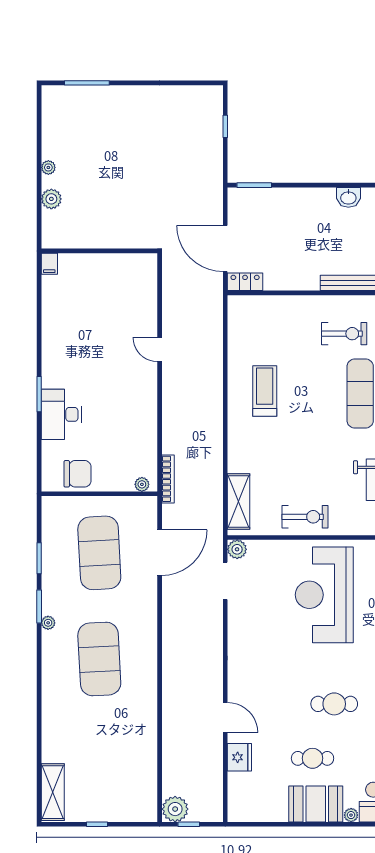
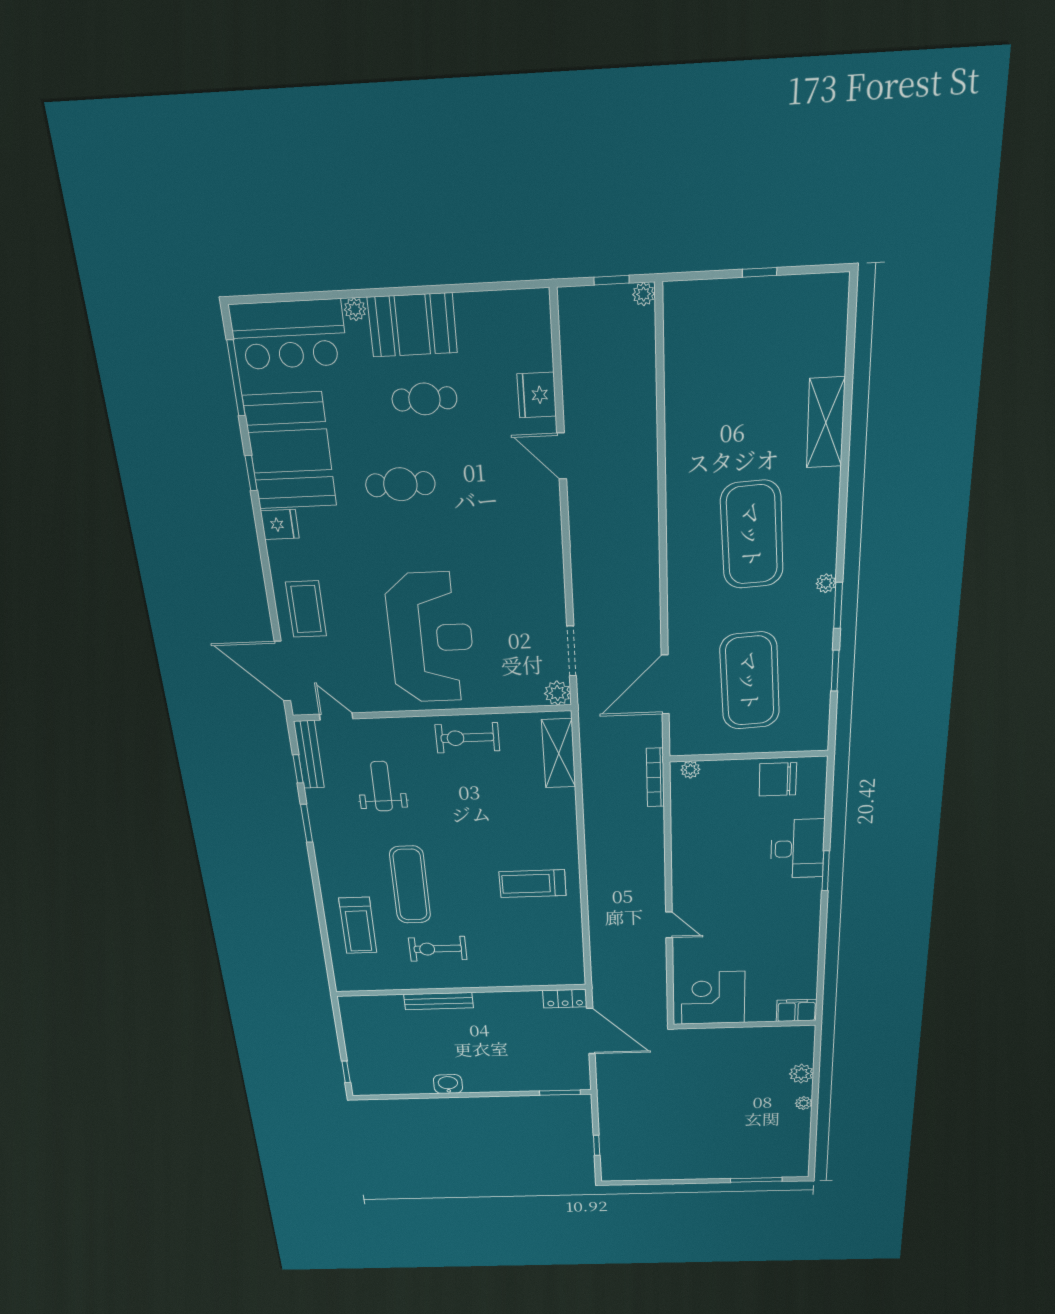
filing cabinet: (49, 264) -> (797, 1010), width x2.00
corner desk: (125, 278) -> (713, 998), added
treadmill: (265, 391) -> (533, 884), turned 90
shelving: (53, 792) -> (826, 423), moved
plant: (175, 809) -> (644, 294), width x0.53, depth x0.53

